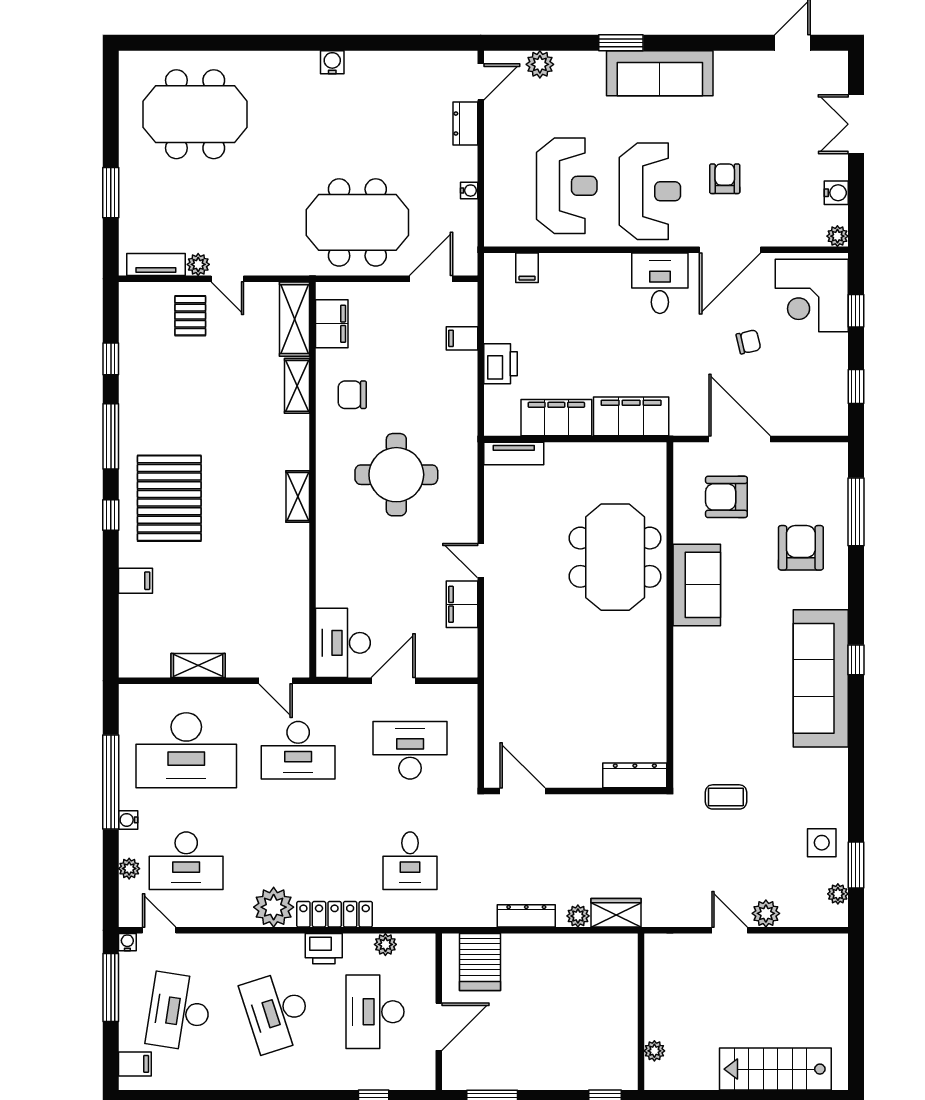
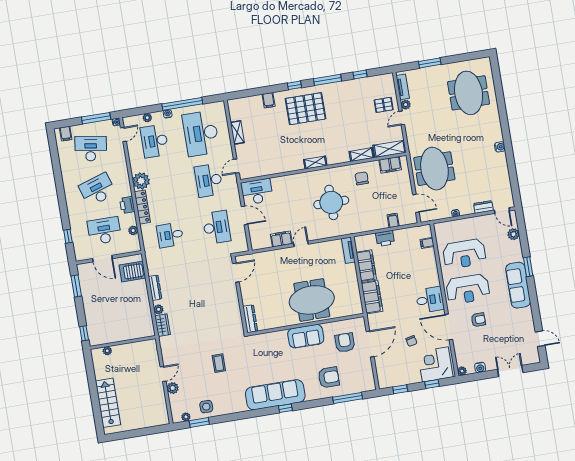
dresser: (635, 775) -> (250, 319), moved
door: (523, 791) -> (236, 273), moved
wall: (575, 791) -> (240, 295), moved

